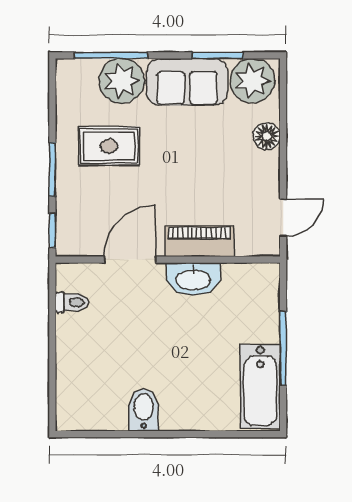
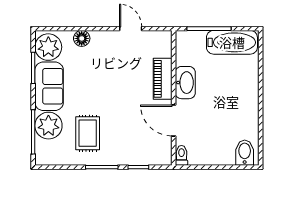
piano: (199, 241) -> (163, 79), moved
door: (130, 260) -> (174, 120), moved
wall: (168, 260) -> (174, 98), moved
washbasin: (193, 279) -> (185, 83), moved
bidet: (144, 410) -> (245, 153), moved, turned 90

